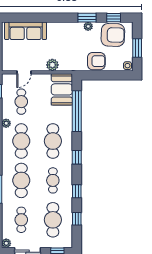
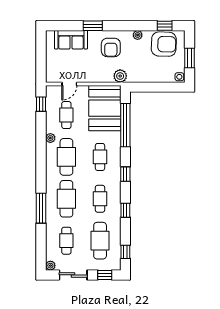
window: (87, 18) -> (93, 26), moved
sofa: (26, 31) -> (71, 40), width x0.73
armchair: (96, 61) -> (111, 47), moved, turned 90
plant: (52, 65) -> (120, 76), moved
booth: (62, 89) -> (105, 108), width x1.36, depth x1.42
cafe table: (53, 141) -> (100, 157), width x0.73, depth x0.74
window: (77, 219) -> (125, 252), moved

